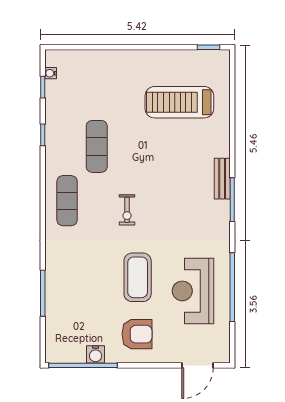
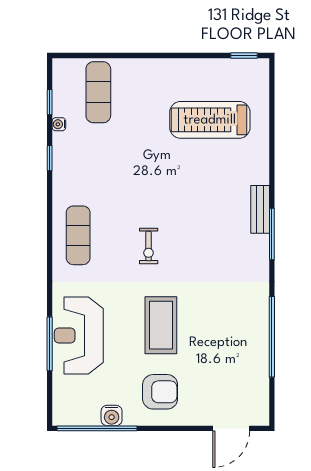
water cooler: (51, 73) -> (59, 124), moved
exercise mat: (97, 146) -> (98, 92), moved
reception desk: (193, 291) -> (79, 336), moved

